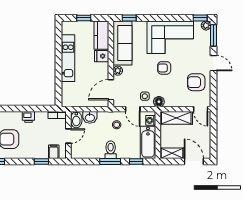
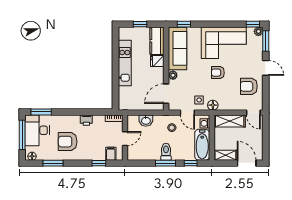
bidet: (76, 120) -> (133, 123), removed

